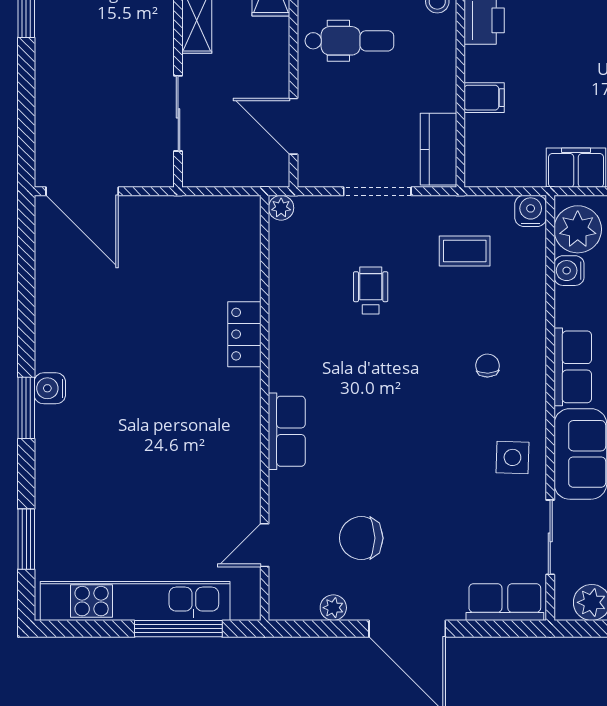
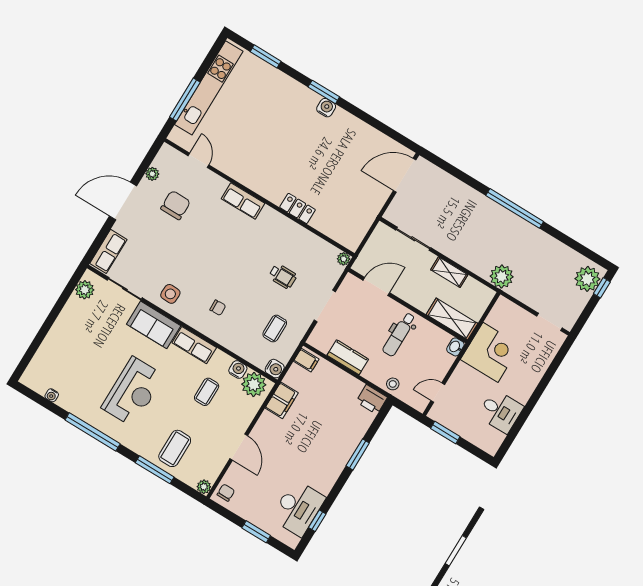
filing cabinet: (484, 98) -> (306, 360), moved, turned -90
kitchen counter: (438, 149) -> (348, 357), moved

